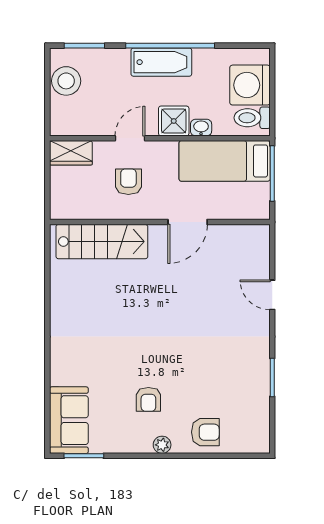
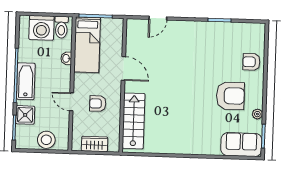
stool: (66, 81) -> (46, 140), moved
shower: (174, 121) -> (25, 115), moved
wardrobe: (71, 153) -> (95, 144), moved, turned -90
door: (272, 295) -> (158, 18), moved
armchair: (148, 399) -> (230, 96), width x1.88, depth x1.88
armchair: (205, 432) -> (251, 62), turned -90
plant: (162, 445) -> (257, 114), moved

